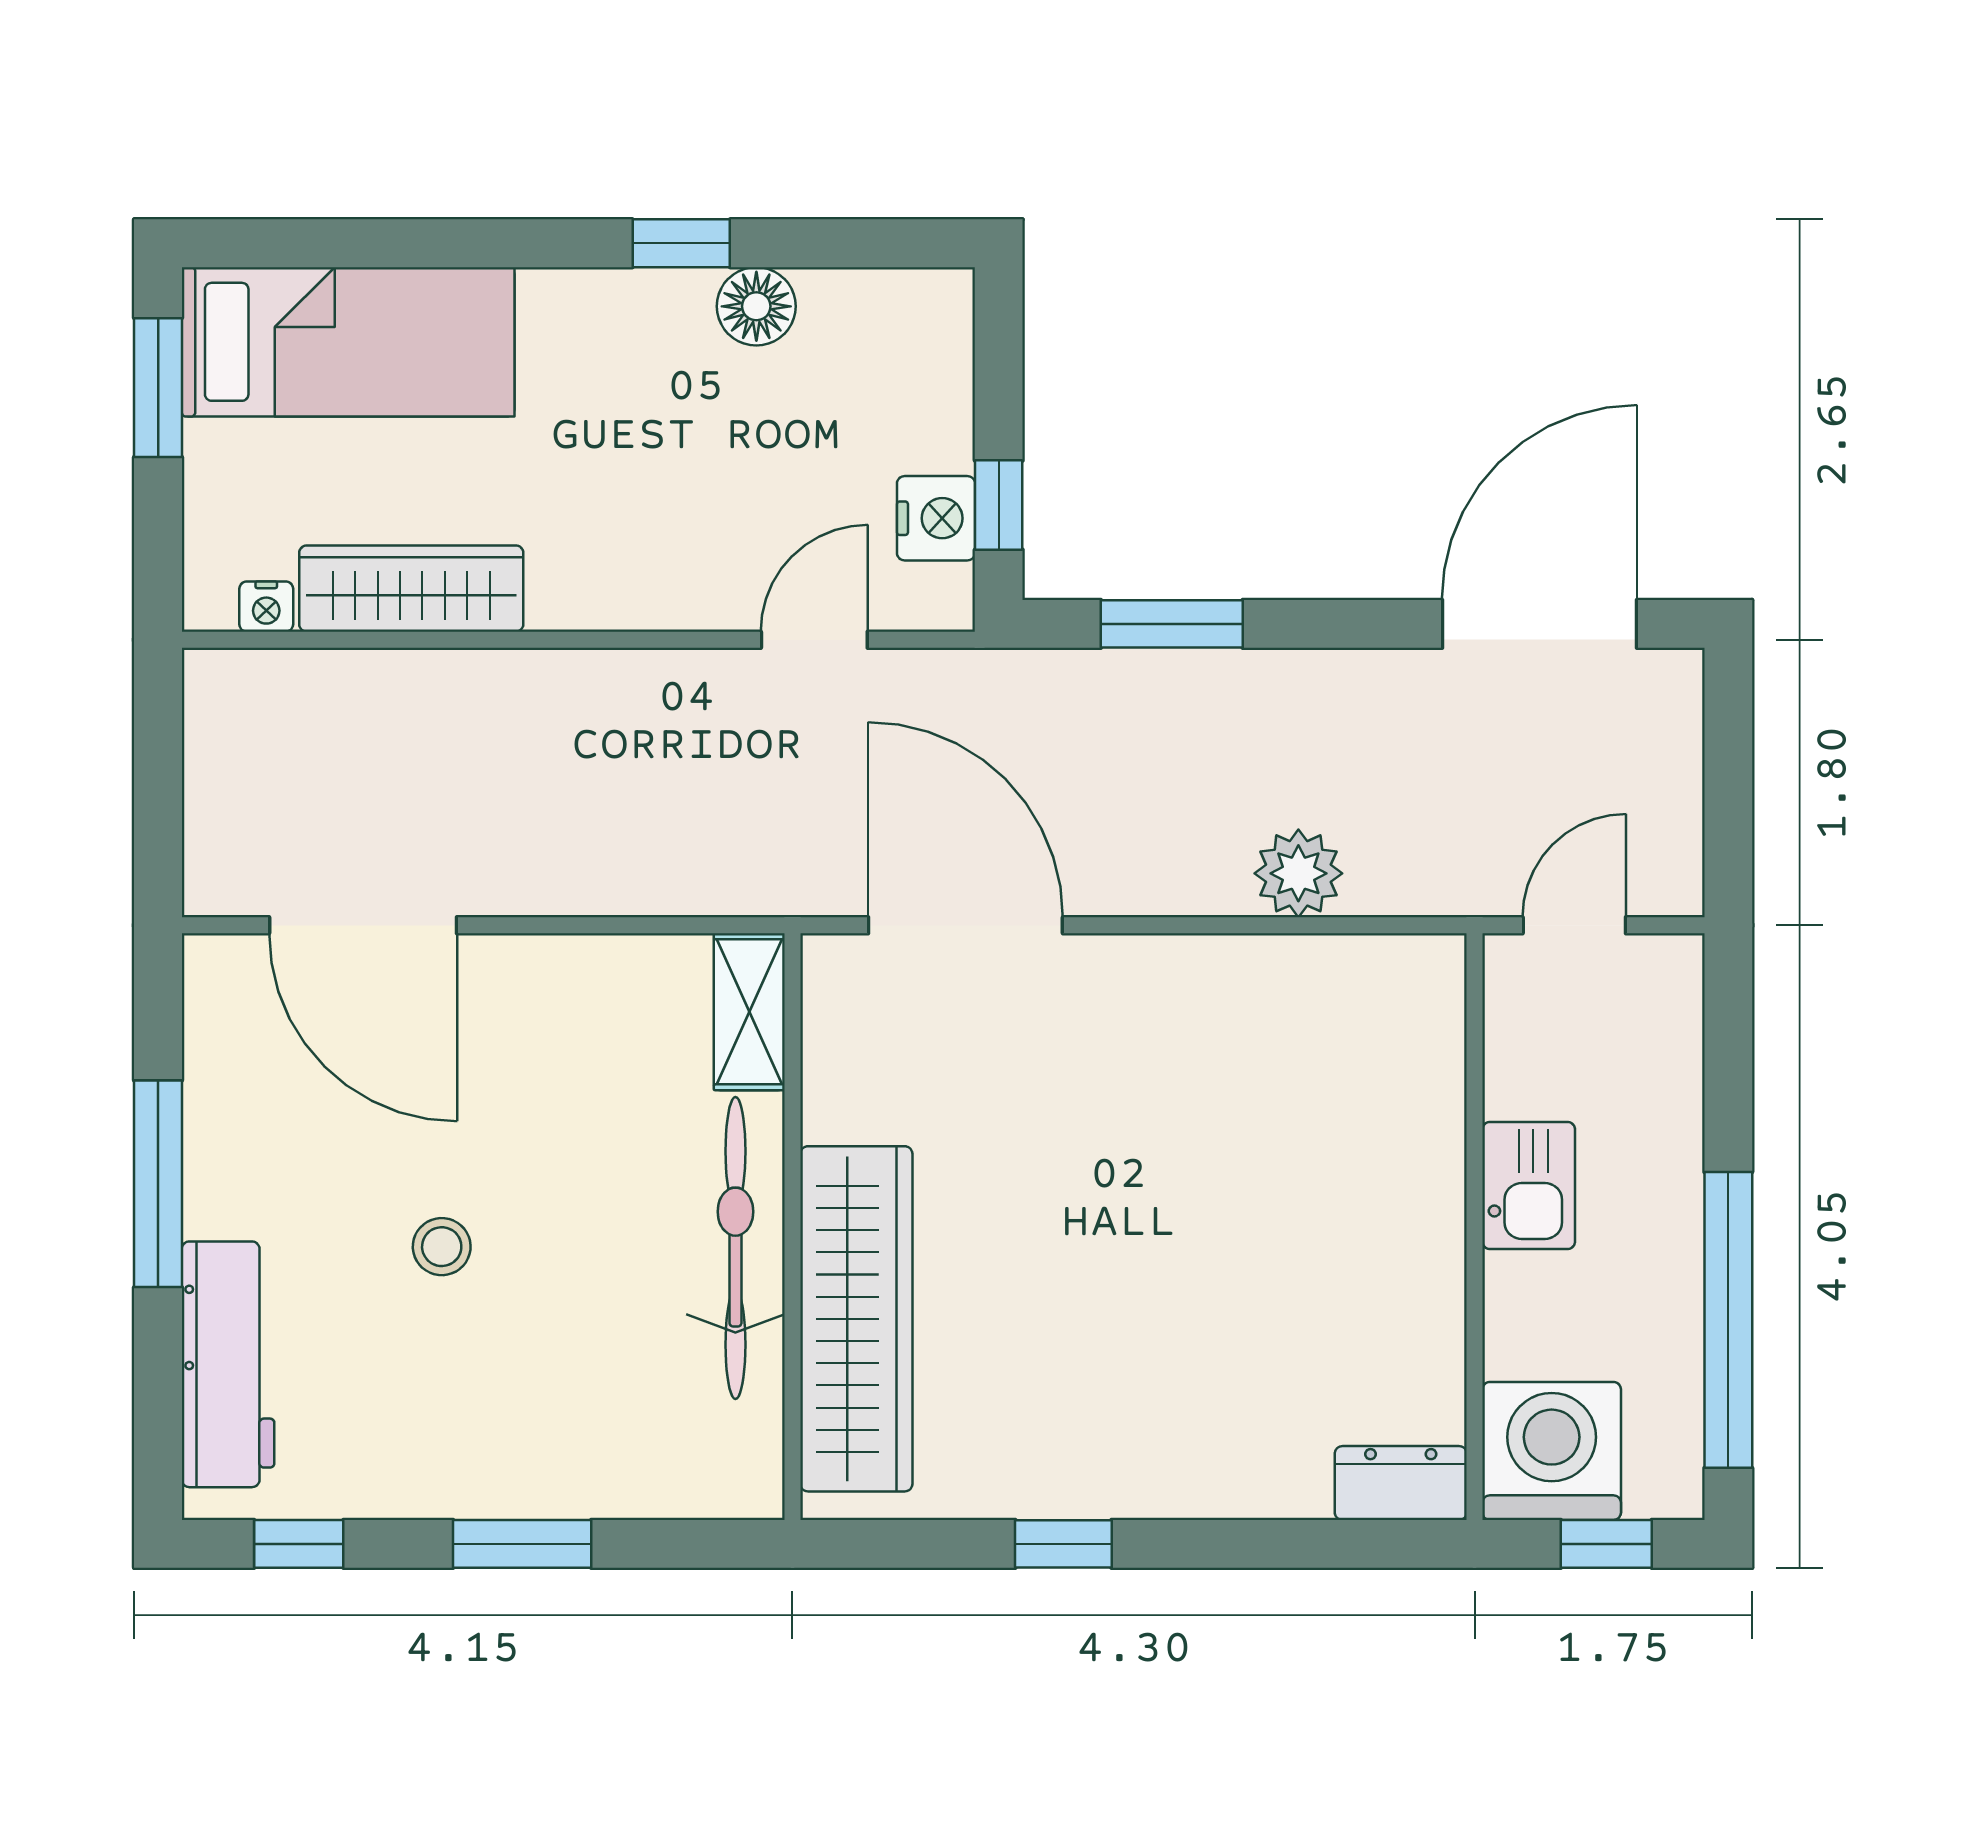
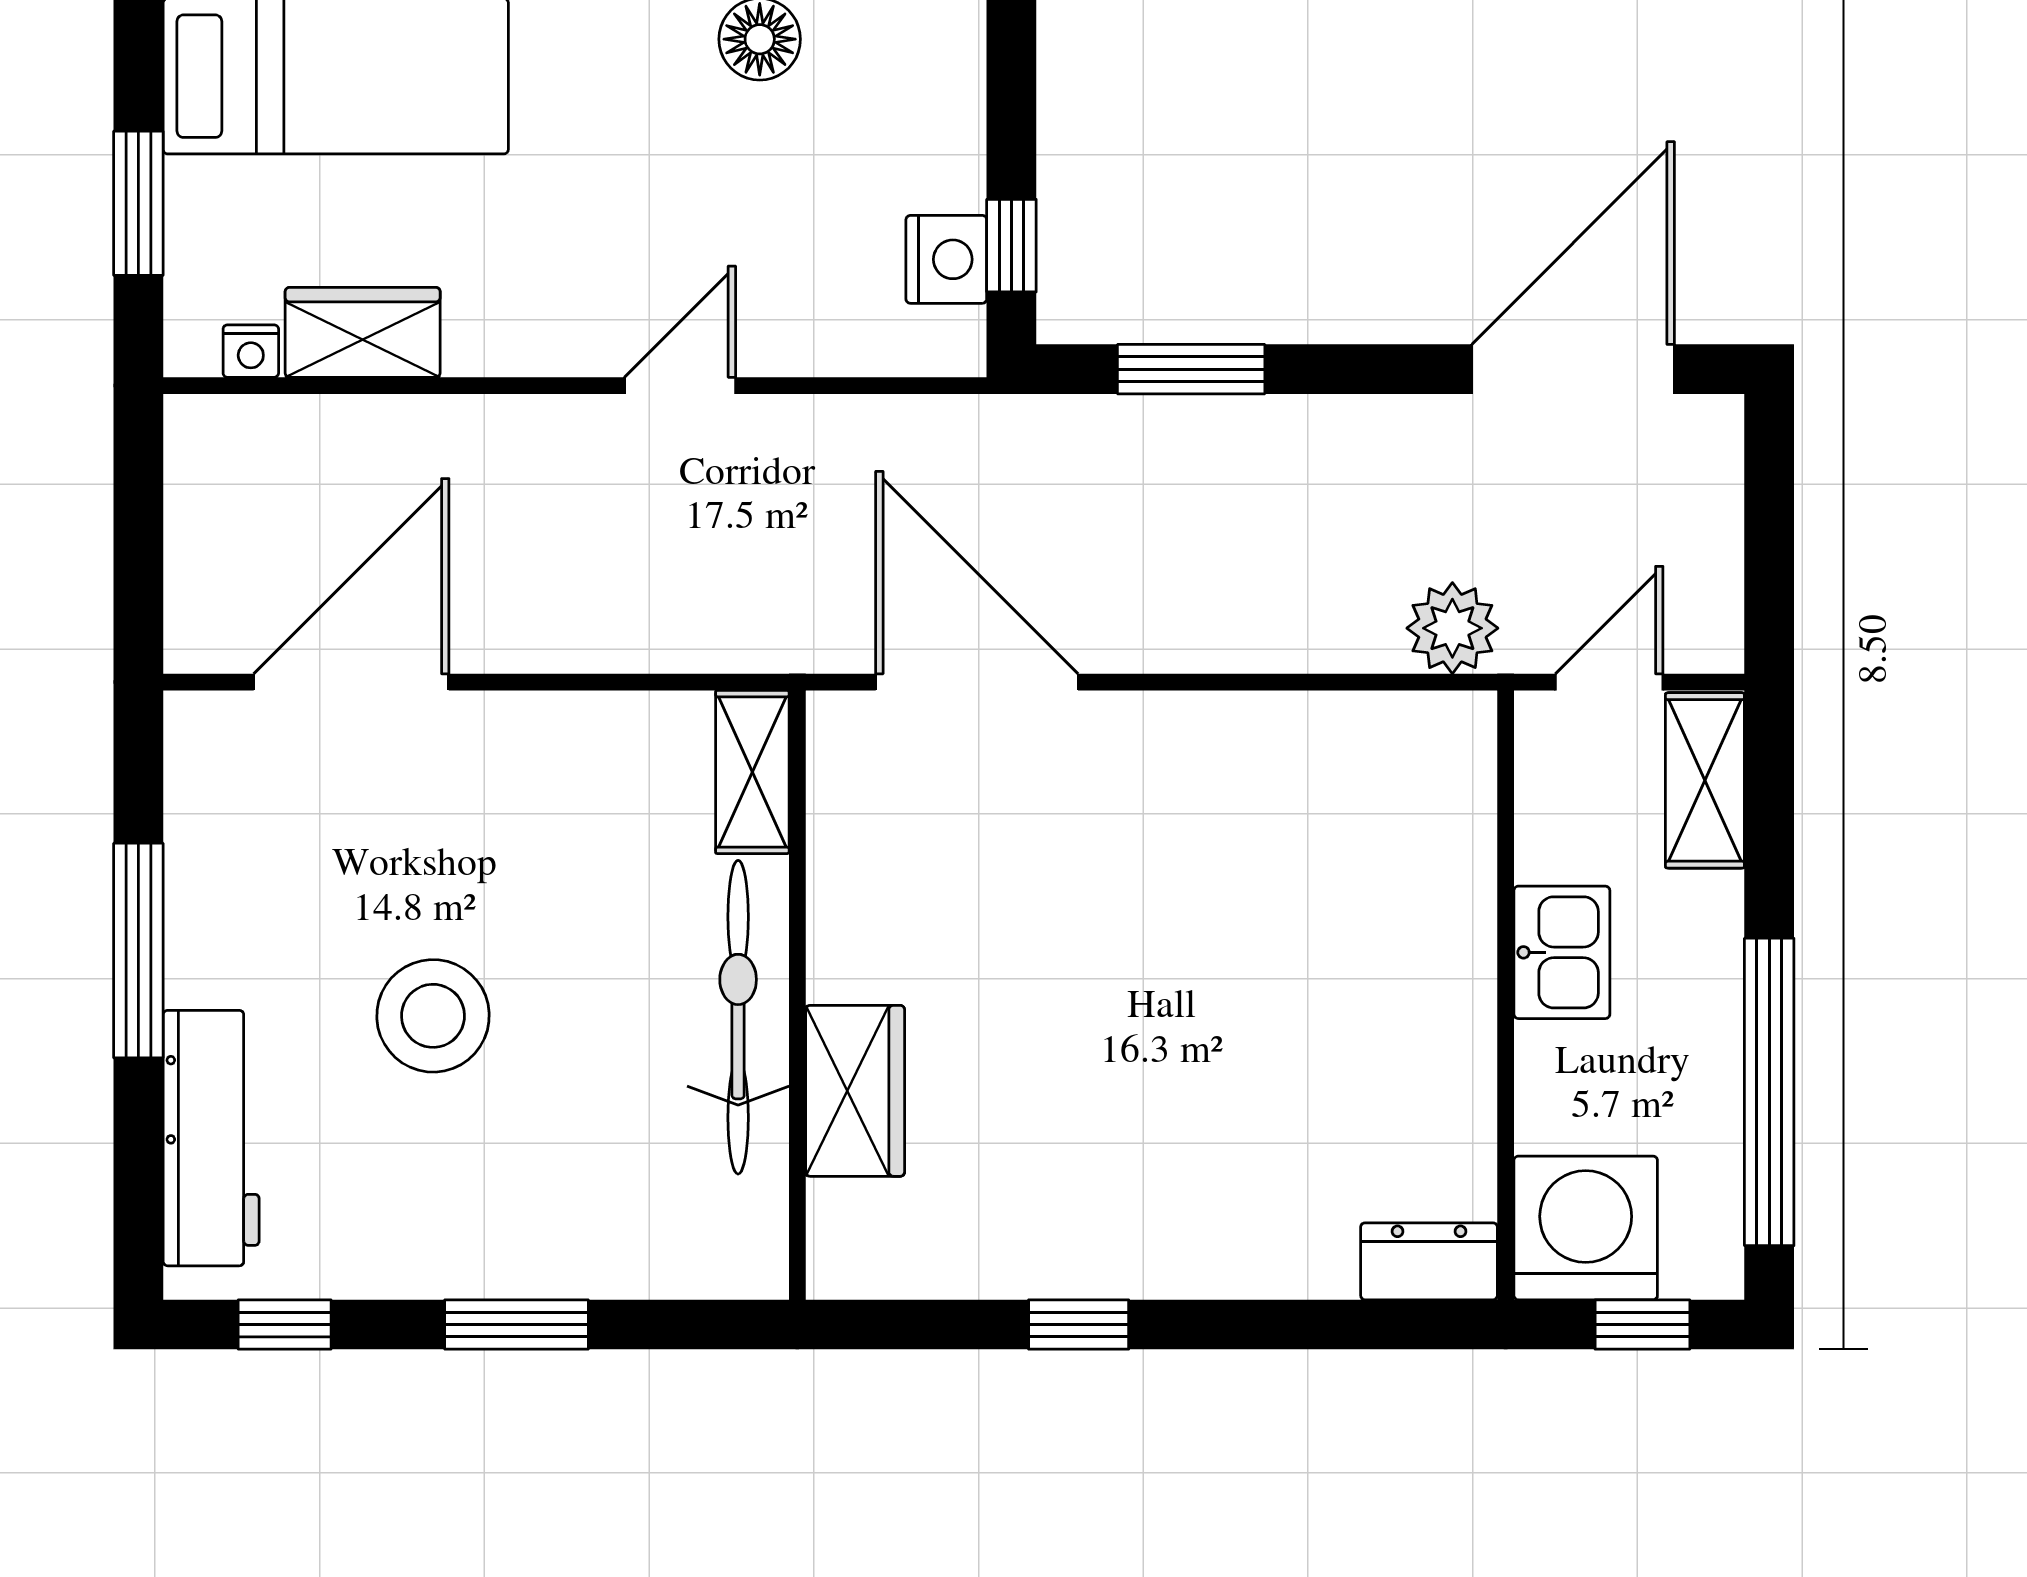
window: (158, 388) -> (138, 203), moved
wardrobe: (411, 589) -> (363, 332), width x0.67
door: (814, 640) -> (680, 386), moved
plant: (1298, 873) -> (1452, 628), moved
door: (363, 925) -> (351, 682), swing flipped
shelving: (1666, 1020) -> (1705, 780), added
stool: (442, 1247) -> (433, 1016), width x1.89, depth x1.89
wardrobe: (856, 1319) -> (855, 1091), width x0.48, depth x0.85

